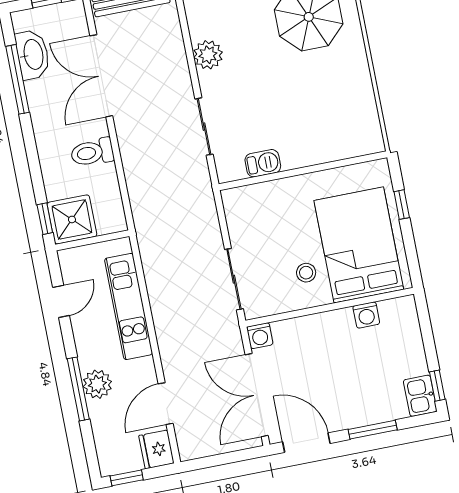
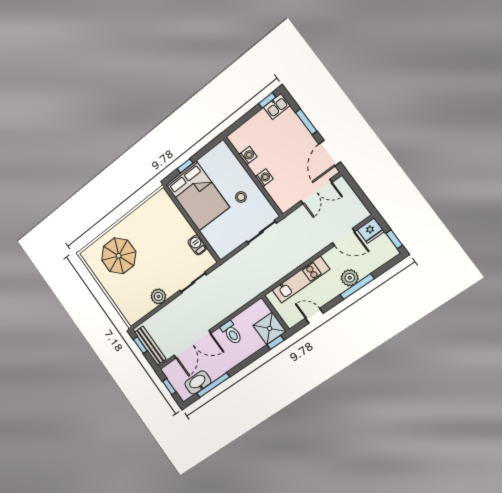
bed: (359, 245) -> (198, 196), moved, turned -90
washing machine: (260, 336) -> (264, 178), moved
double door: (257, 395) -> (316, 192), width x0.73

